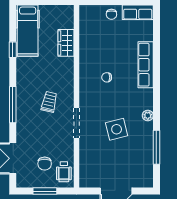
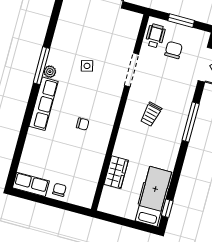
window: (13, 50) -> (167, 208), moved
row of seats: (146, 65) -> (44, 104), moved
doorway: (77, 123) -> (132, 70), moved
side table: (117, 129) -> (87, 66), width x0.54, depth x0.54
window: (156, 147) -> (41, 66), moved

